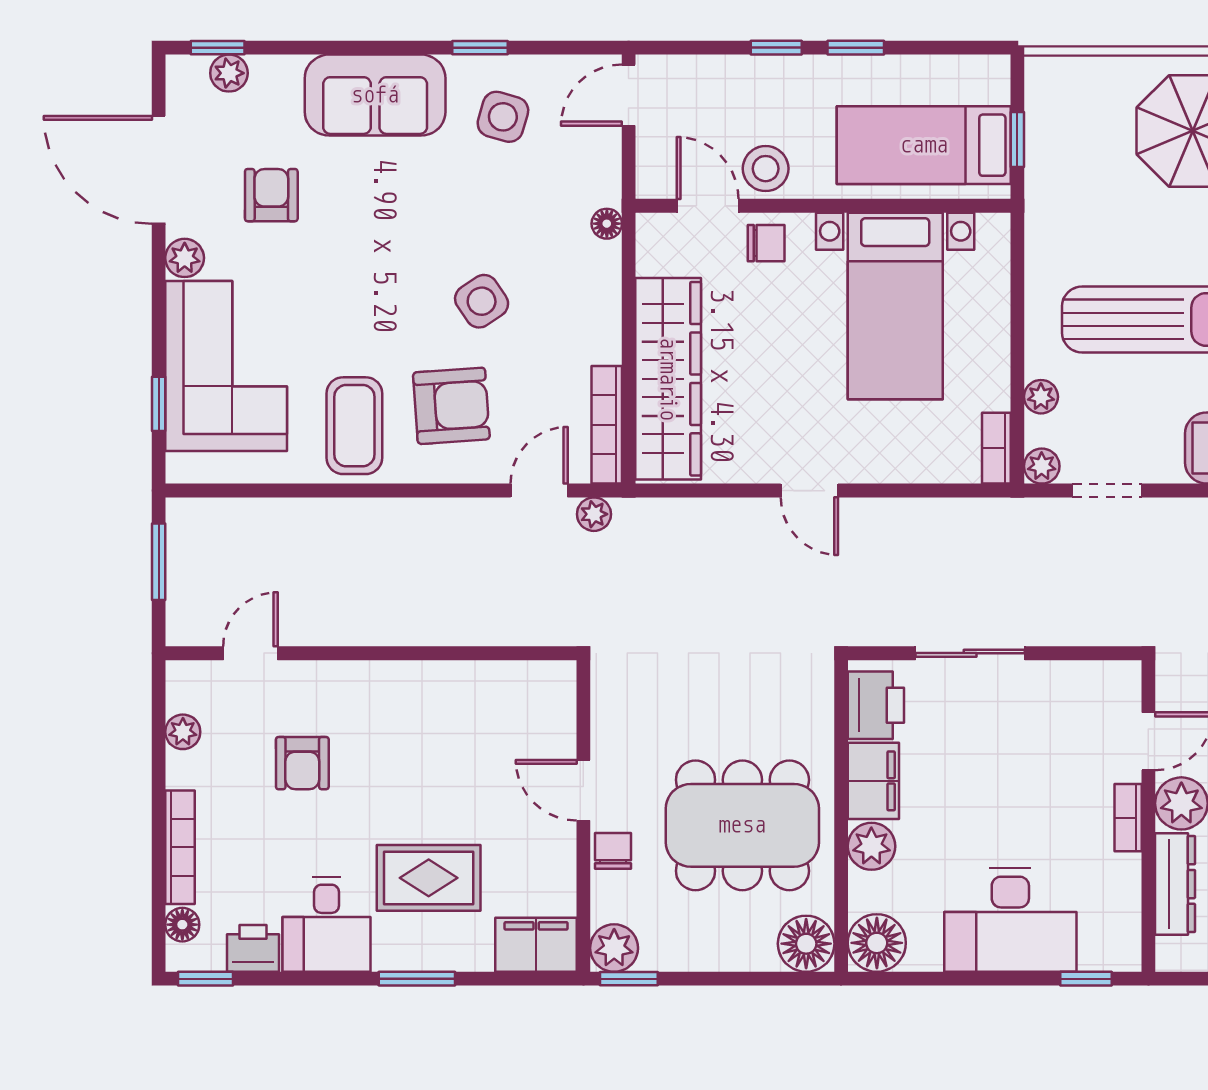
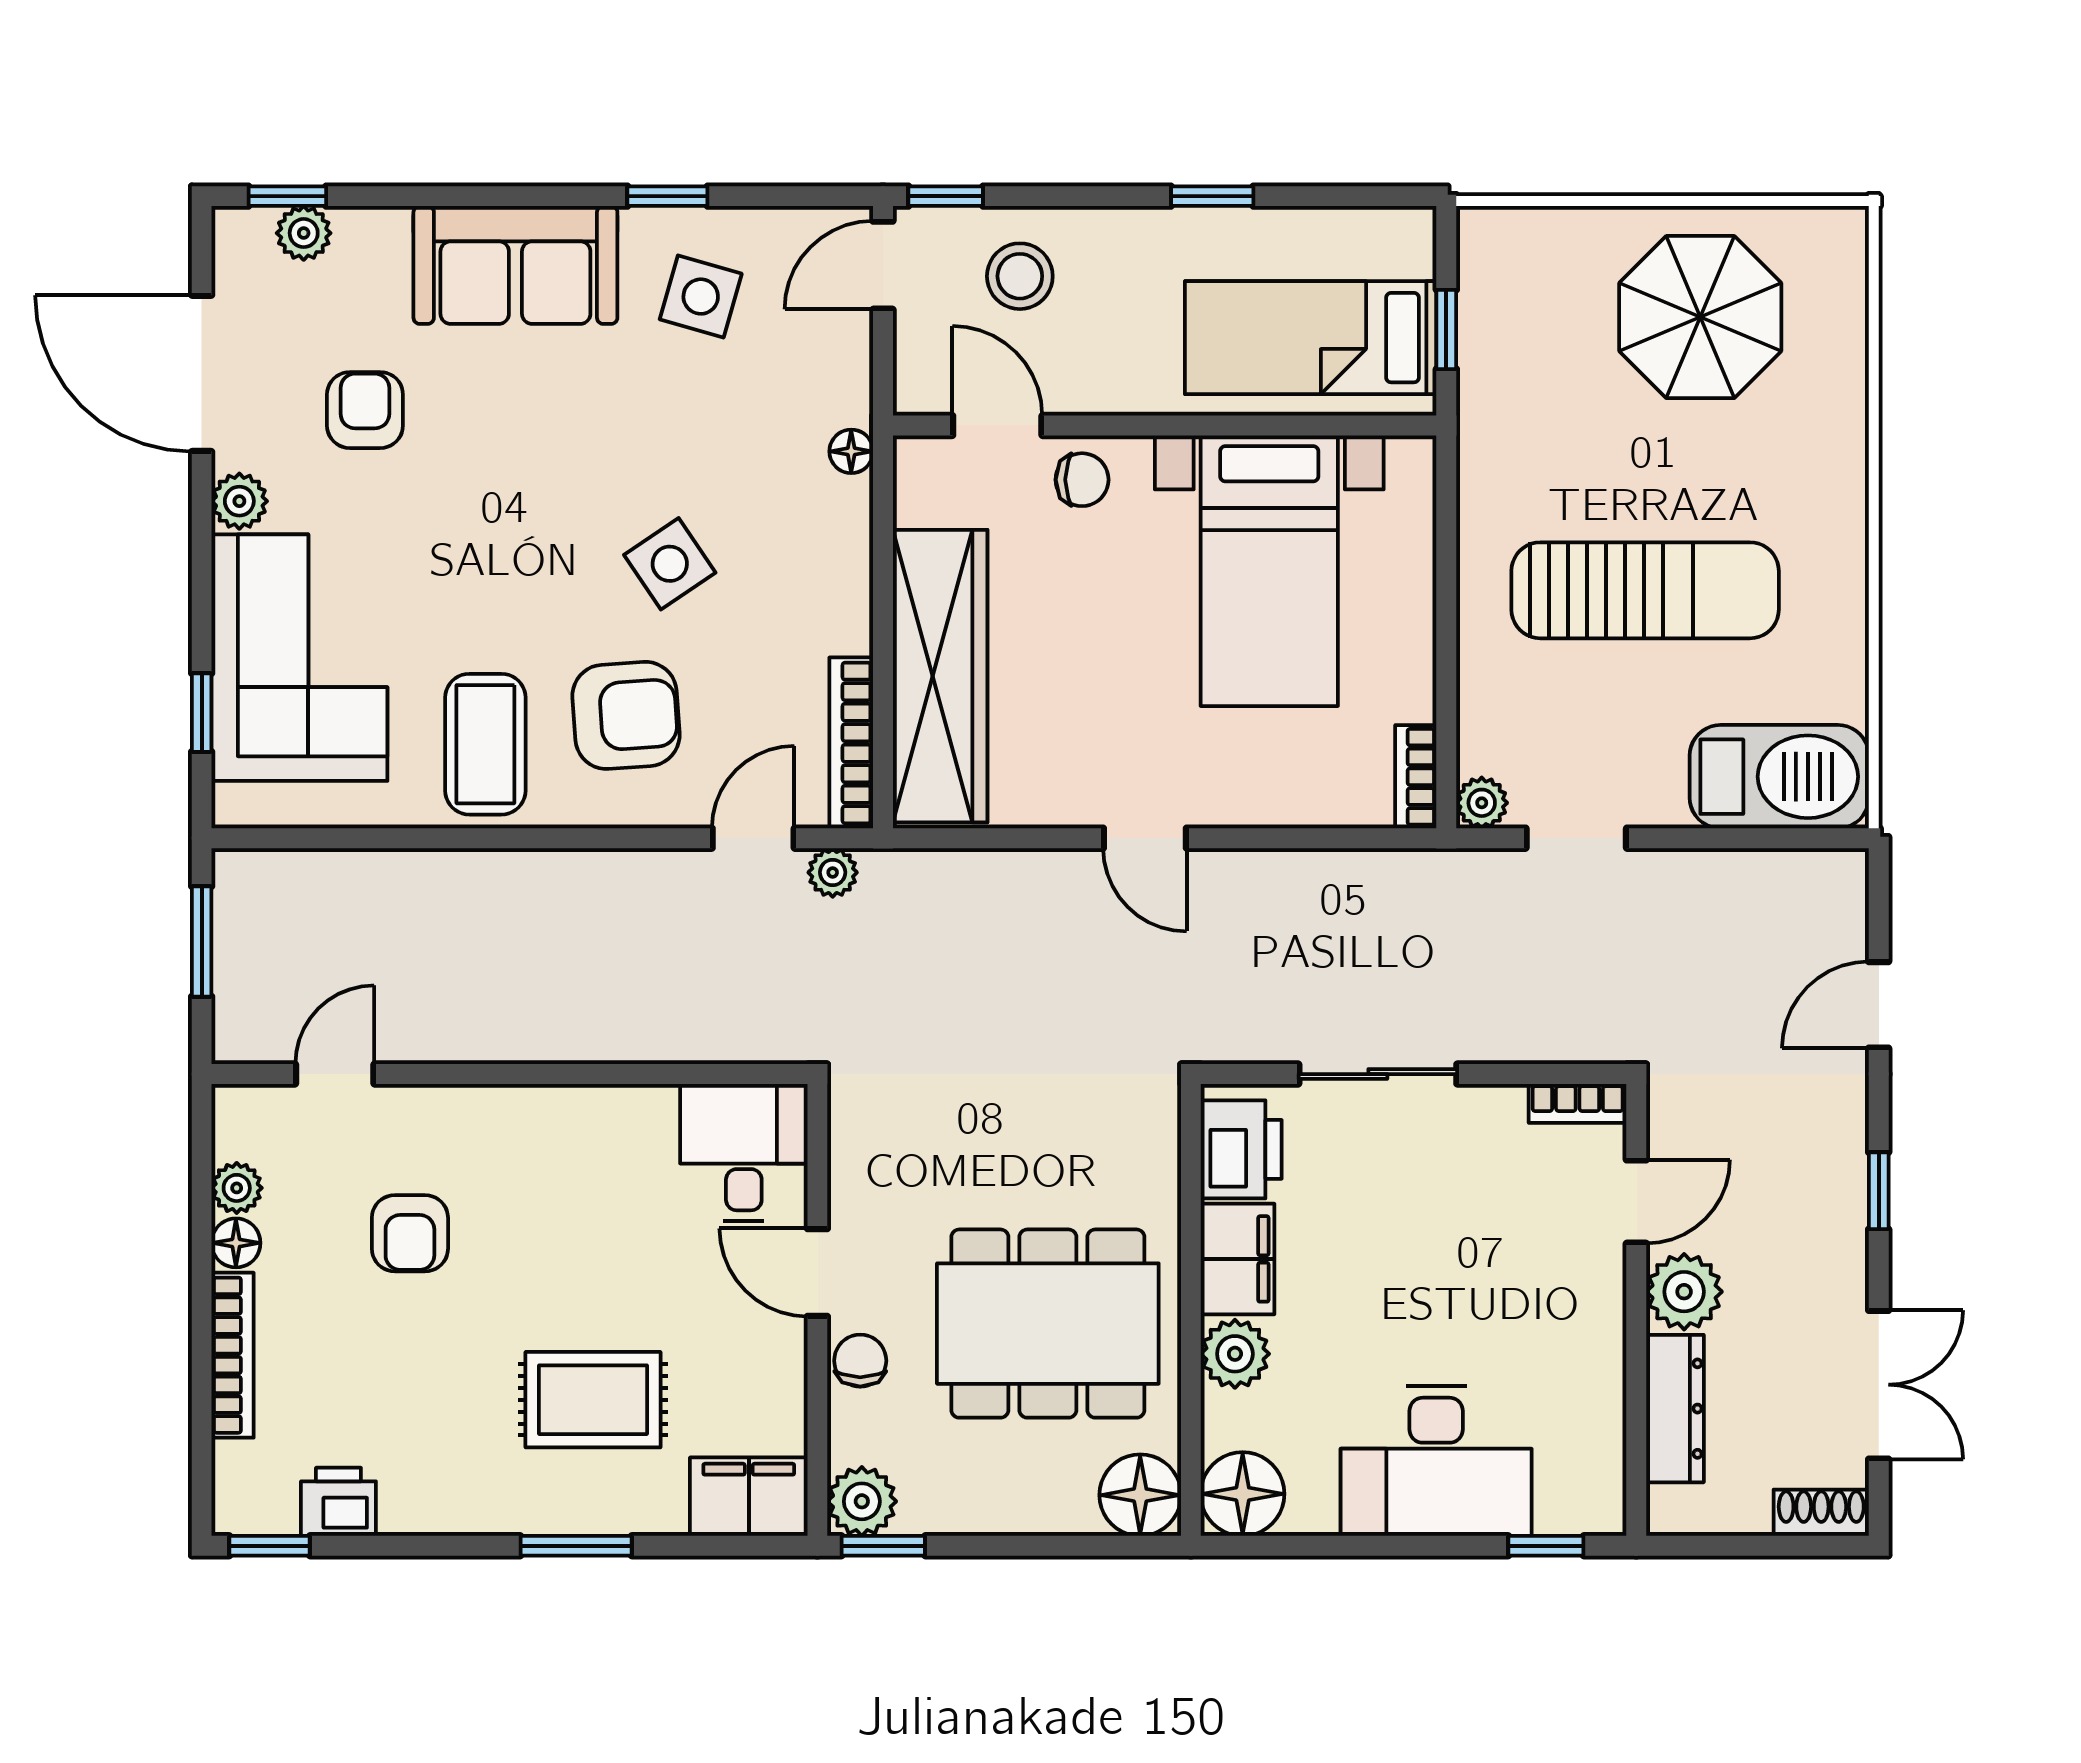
window: (776, 48) -> (946, 196), moved
stool: (766, 169) -> (1020, 276), moved
plant: (1041, 397) -> (1481, 702), removed
bookcase: (1128, 818) -> (1578, 1103), moved, turned -90
desk: (326, 924) -> (744, 1153), moved, turned 180
floor lamp: (182, 925) -> (236, 1243), moved

